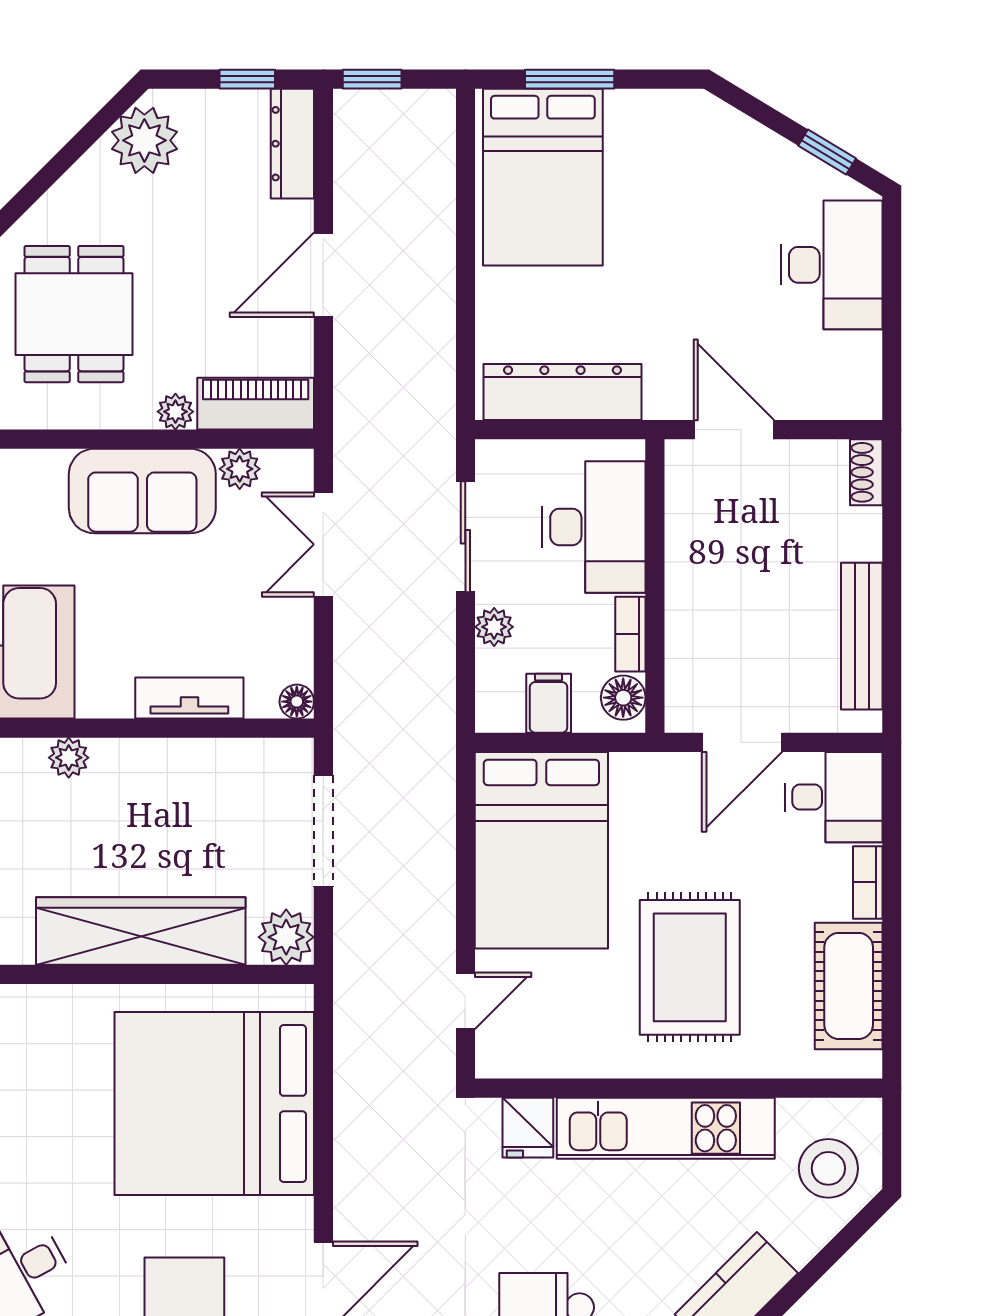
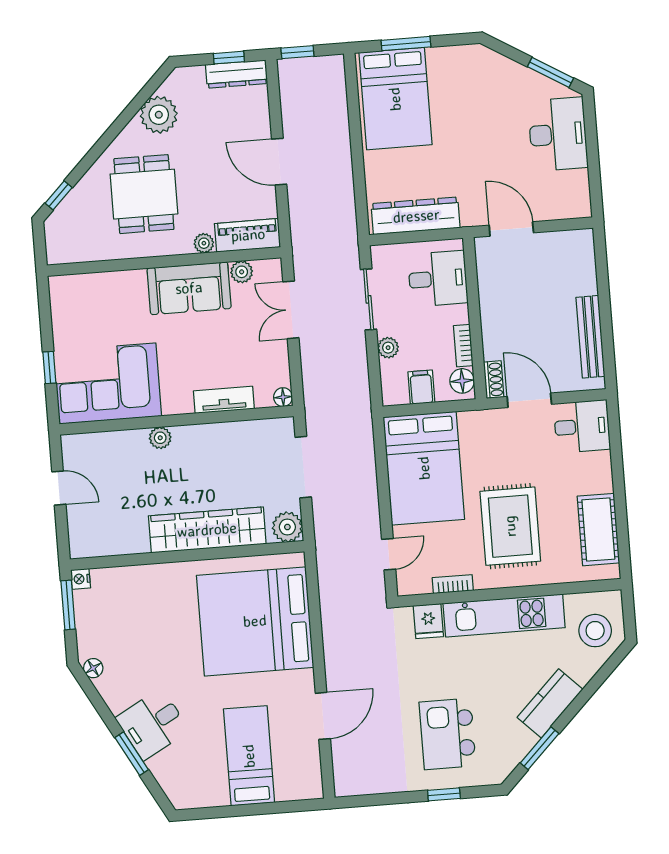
plant: (144, 140) -> (159, 115), moved
dresser: (292, 144) -> (237, 74), moved, turned -90
window: (827, 152) -> (550, 72), width x1.50
door: (323, 275) -> (279, 162), hinge flipped
shoe rack: (866, 472) -> (494, 380), moved, turned 180
desk: (594, 527) -> (438, 279), width x0.73
door: (742, 742) -> (529, 400), swing flipped
bookcase: (868, 882) -> (453, 584), moved, turned 90

